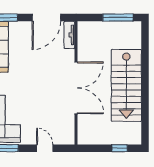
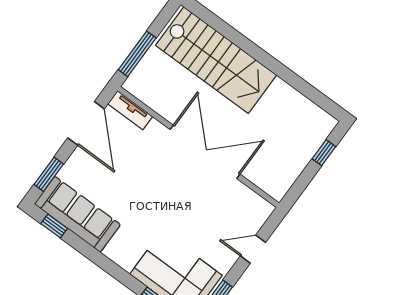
window: (118, 18) -> (137, 54), moved
stairs: (126, 85) -> (216, 60), moved

